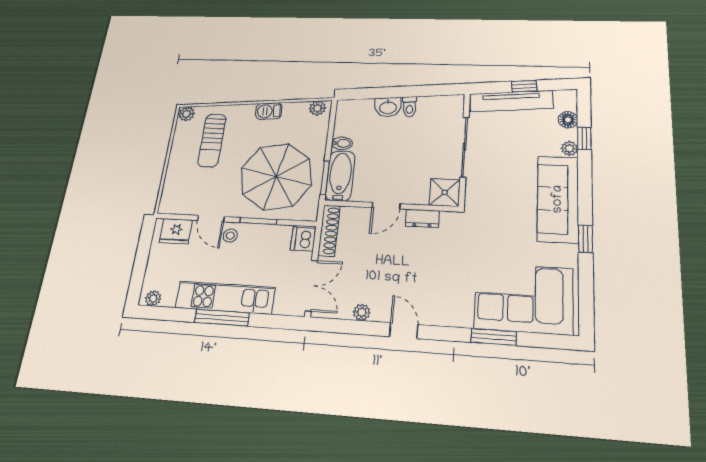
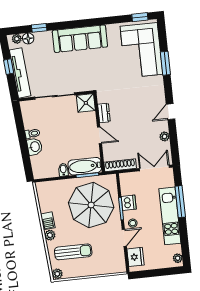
plant: (317, 108) -> (50, 235), moved
plant: (569, 149) -> (17, 39), moved
dishwasher: (303, 239) -> (129, 203), moved, turned -90
window: (585, 239) -> (140, 17), moved
window: (222, 318) -> (180, 202), moved

